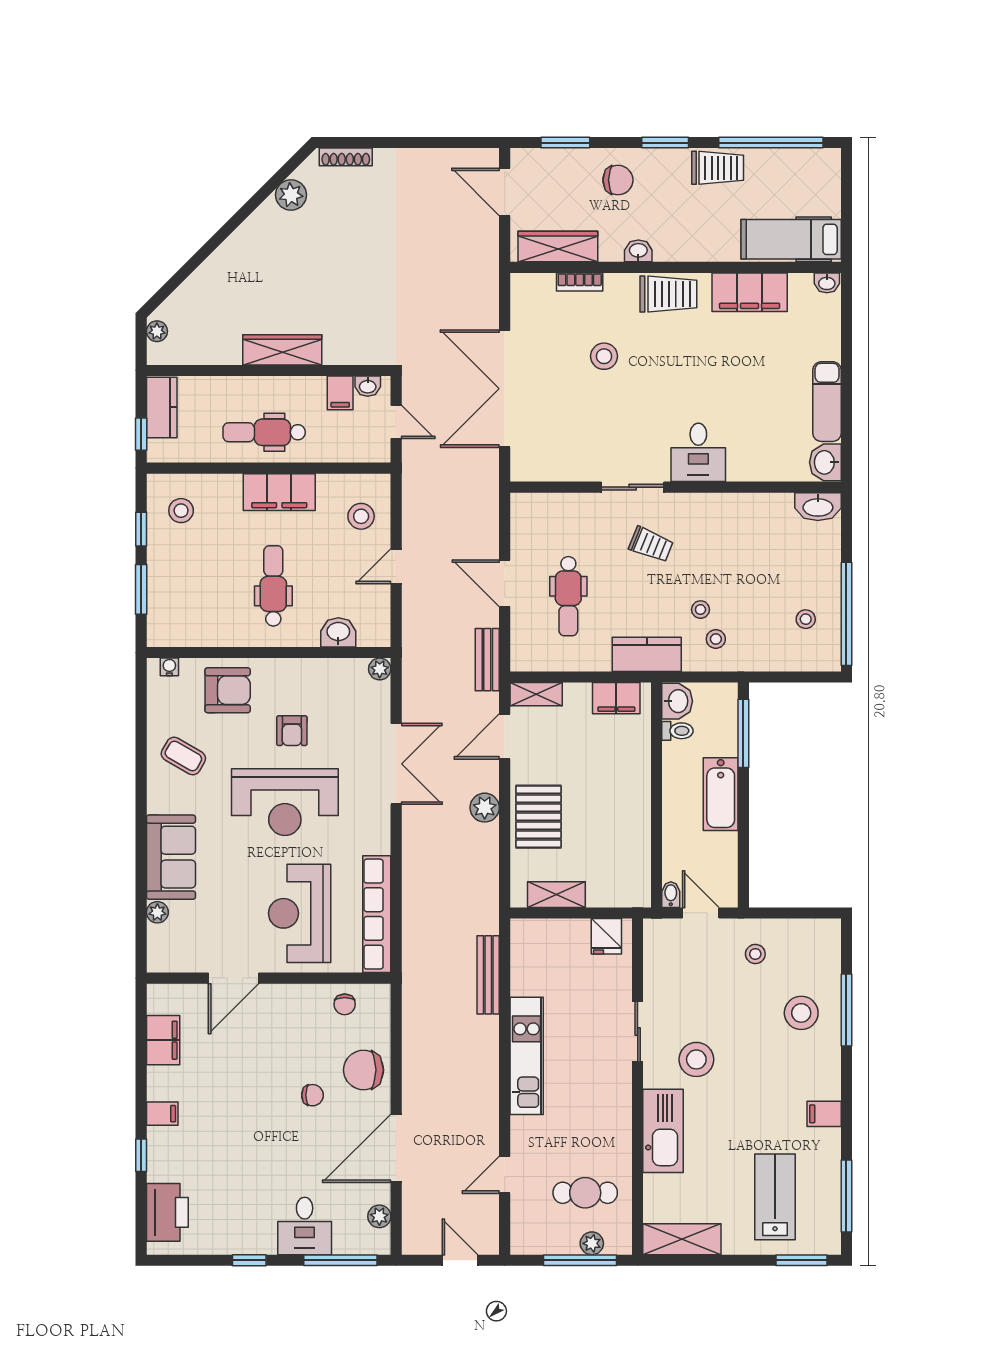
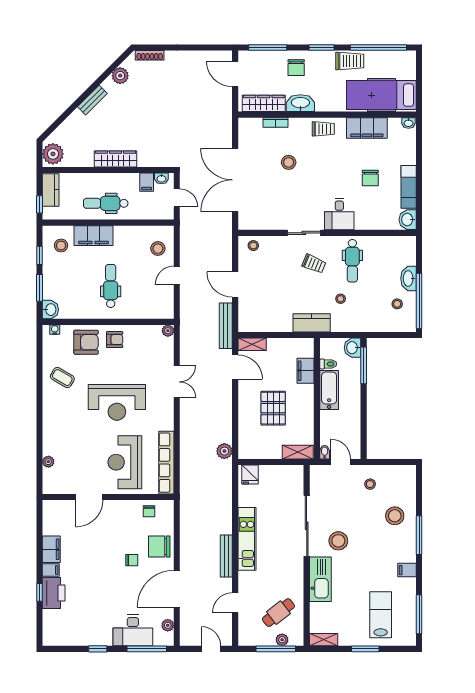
window: (565, 143) -> (268, 47), width x1.44
chair: (618, 180) -> (296, 68), turned 90
hospital bed: (791, 239) -> (381, 95), width x1.37, depth x1.29
bench: (239, 240) -> (92, 100), added
washbasin: (638, 251) -> (300, 103), width x1.91, depth x1.45
trolley: (668, 294) -> (323, 129), width x0.73, depth x0.72
plant: (157, 331) -> (53, 154), width x1.87, depth x1.87
chair: (756, 385) -> (370, 178), added
filing cabinet: (279, 492) -> (93, 236), moved
washbasin: (818, 507) -> (409, 278), moved, turned 90
dental chair: (568, 596) -> (352, 261), moved
washbasin: (338, 632) -> (50, 310), moved, turned 90
stool: (716, 639) -> (253, 246), moved
bench: (487, 660) -> (226, 326), width x1.36
filing cabinet: (616, 698) -> (305, 371), moved, turned 90
washbasin: (677, 701) -> (352, 348), moved, turned 180
armchair: (292, 731) -> (115, 340), moved, turned -90
door: (505, 736) -> (235, 367), swing flipped
double door: (396, 764) -> (177, 382), width x0.73
bathtub: (721, 794) -> (329, 390), moved, turned 180
plant: (485, 808) -> (224, 451), moved
pallet: (539, 817) -> (273, 408), moved
sofa: (171, 857) -> (56, 432), removed
shelving: (556, 895) -> (298, 452), moved
fridge: (606, 936) -> (250, 475), moved
bench: (488, 975) -> (226, 556), moved
window: (846, 1010) -> (419, 535), moved
sliding door: (638, 1032) -> (307, 526), width x1.86
filing cabinet: (163, 1040) -> (51, 549), moved
cafe table: (585, 1193) -> (278, 613), turned -38
printer: (167, 1212) -> (54, 593), moved
desk: (305, 1226) -> (133, 630), width x1.37
shelving: (682, 1239) -> (324, 640), width x0.67, depth x0.75
window: (801, 1260) -> (365, 649), moved

